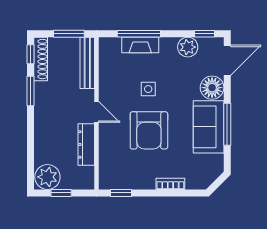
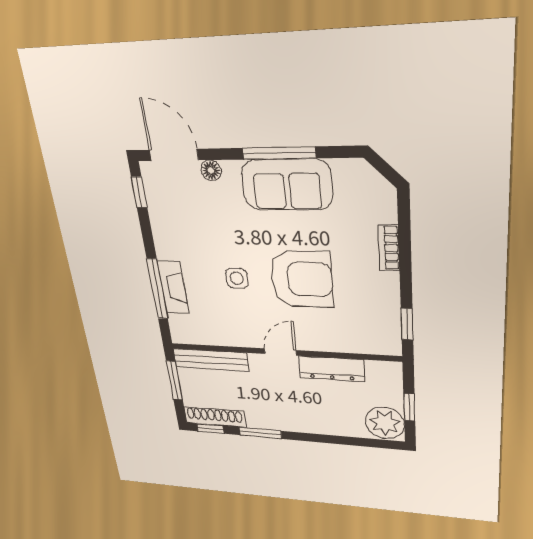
plant: (188, 47) -> (164, 218), removed
floor lamp: (212, 88) -> (211, 170), width x0.53, depth x0.53

